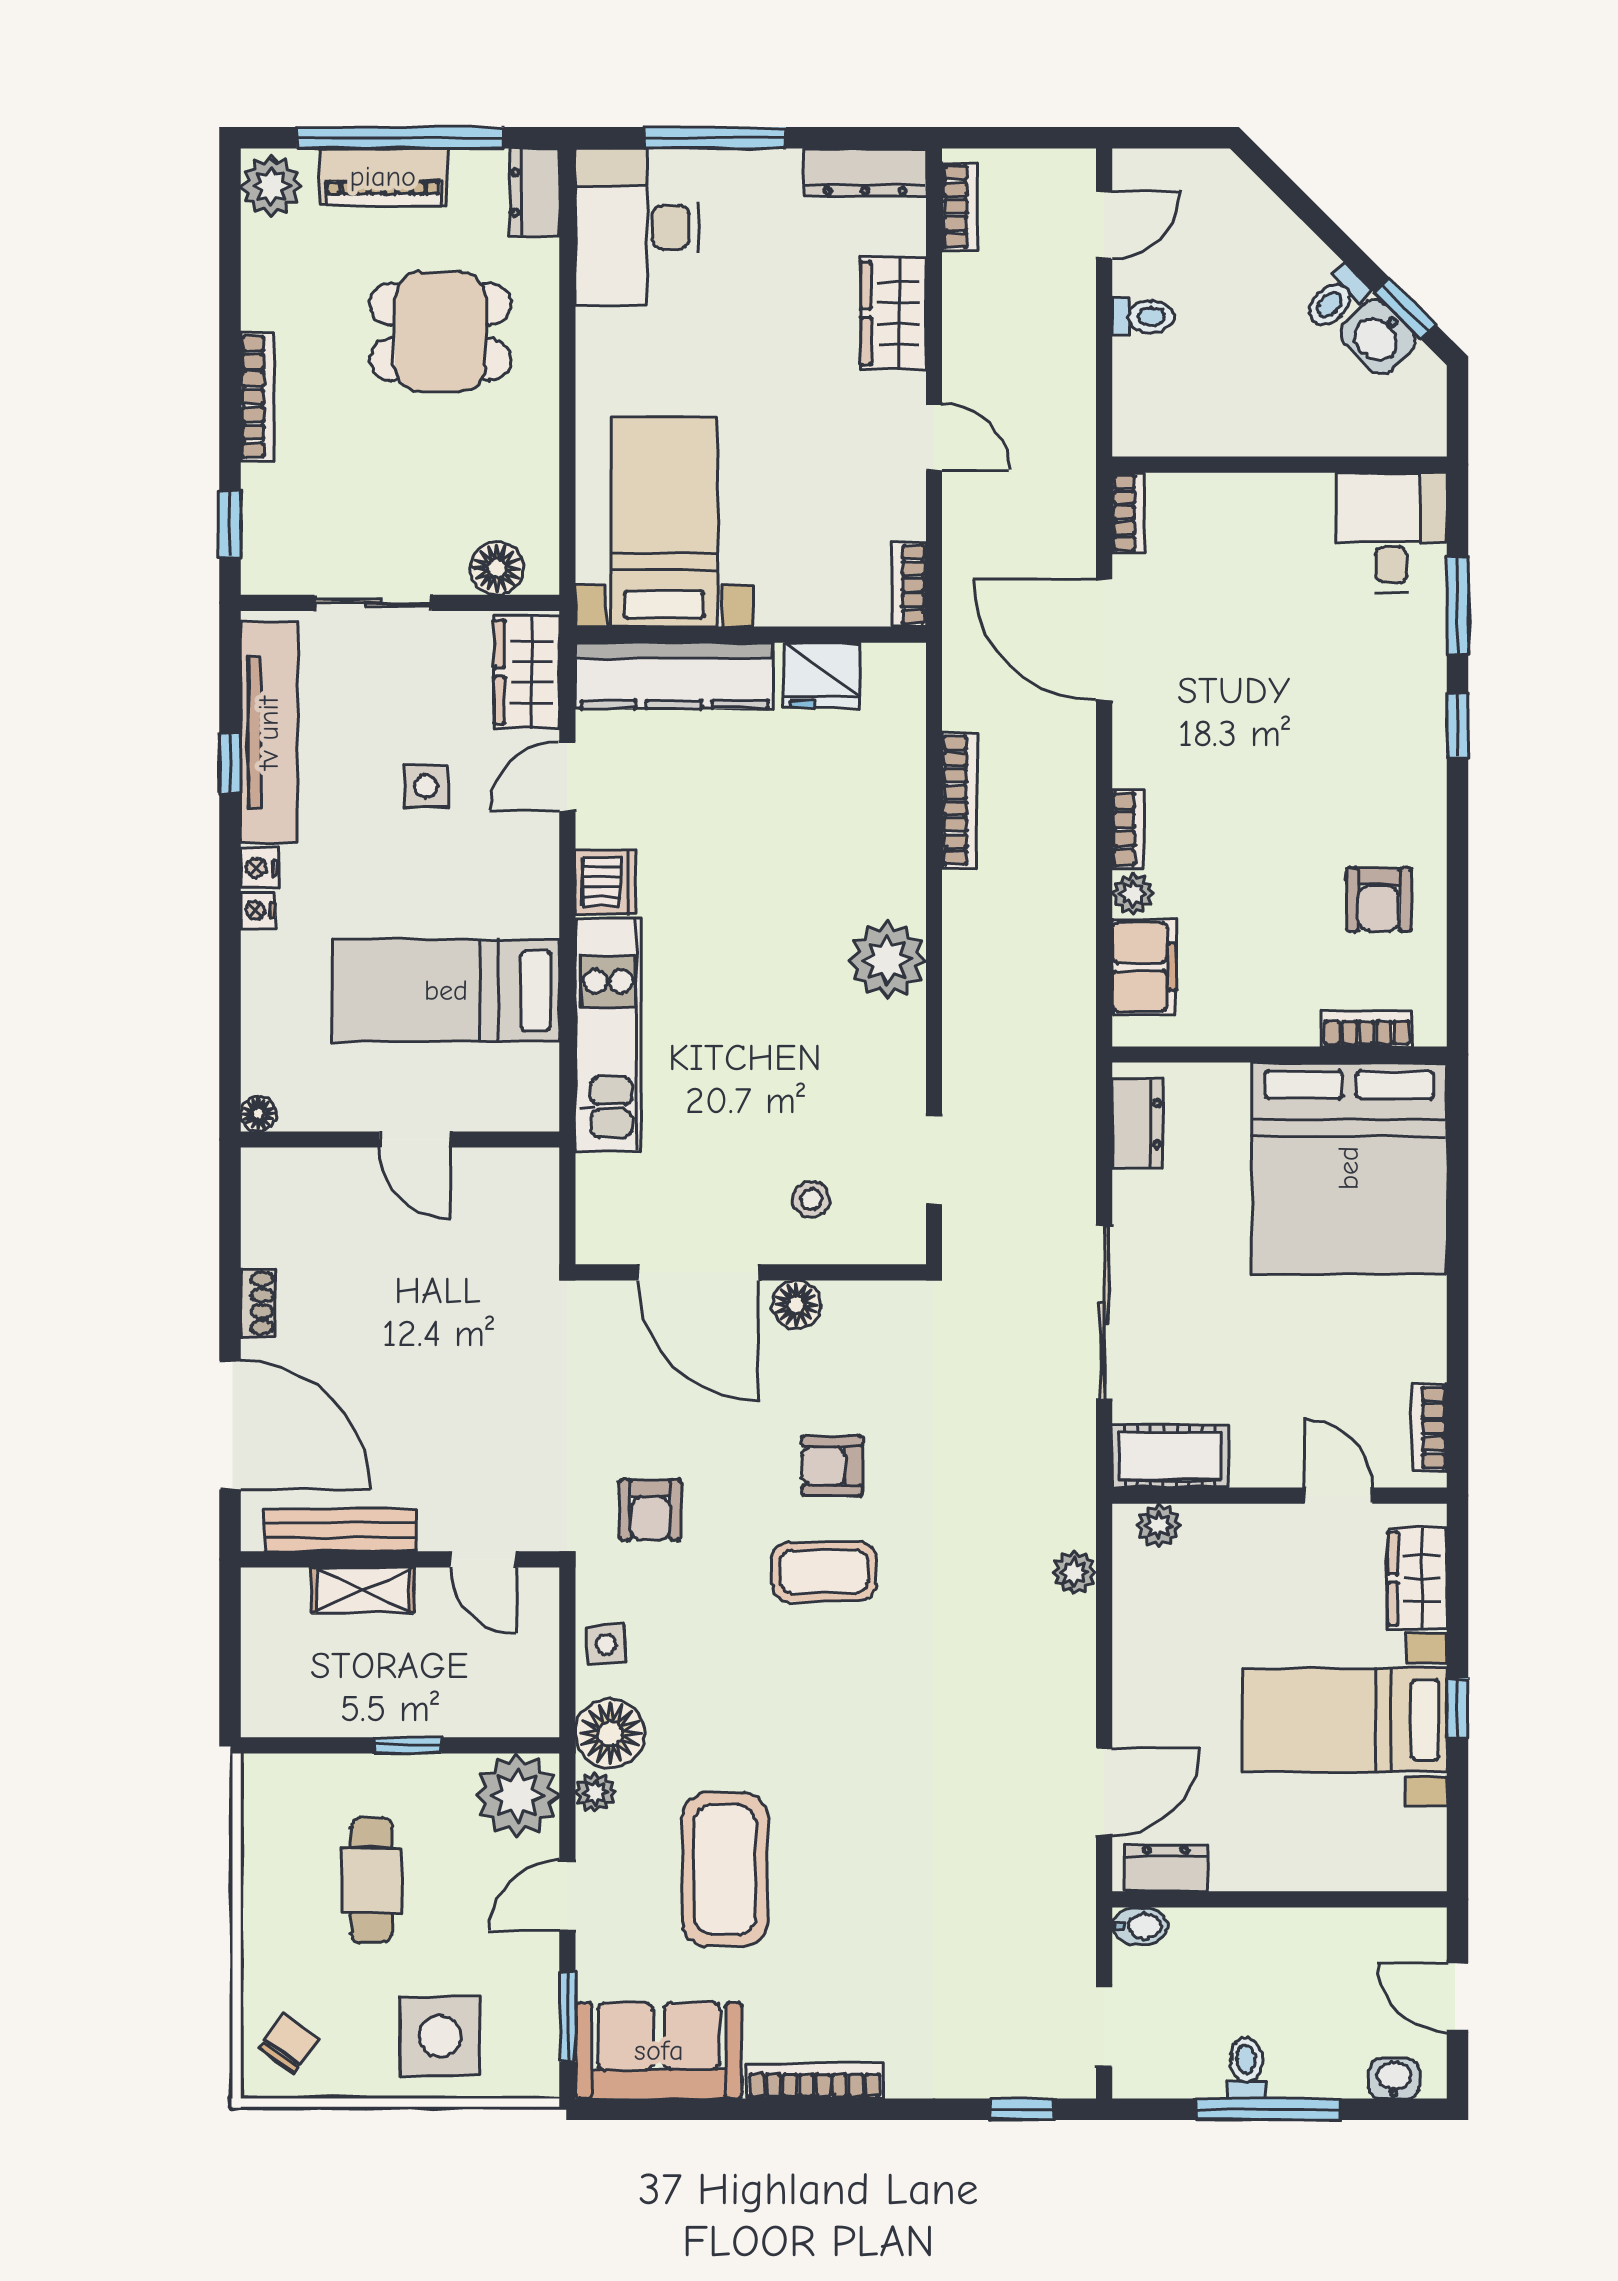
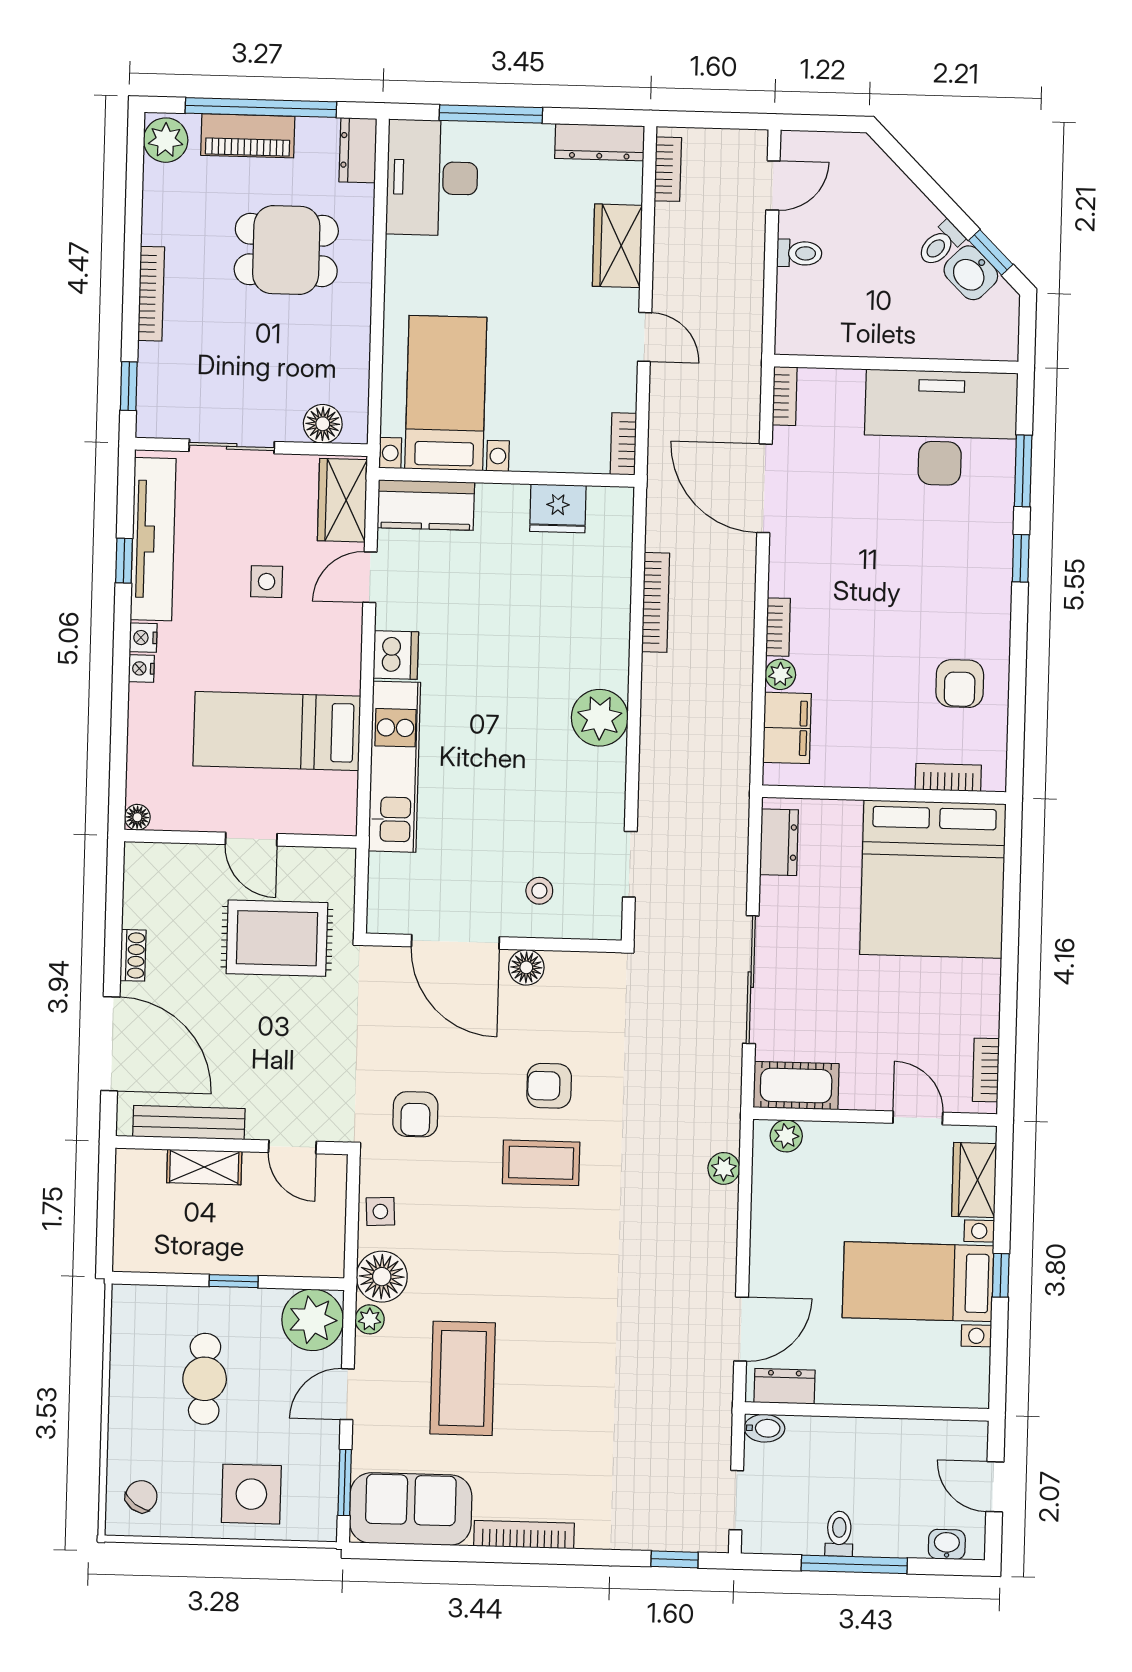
desk: (1391, 532) -> (941, 428), width x1.87, depth x1.30
kitchen counter: (674, 676) -> (426, 505), width x0.67
rug: (454, 1274) -> (277, 938), added

